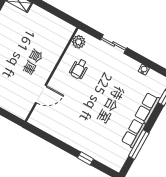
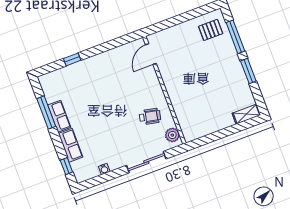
sliding door: (114, 44) -> (146, 162), width x1.37
wheelchair: (79, 69) -> (150, 116), turned 102
door: (41, 94) -> (151, 54), moved

